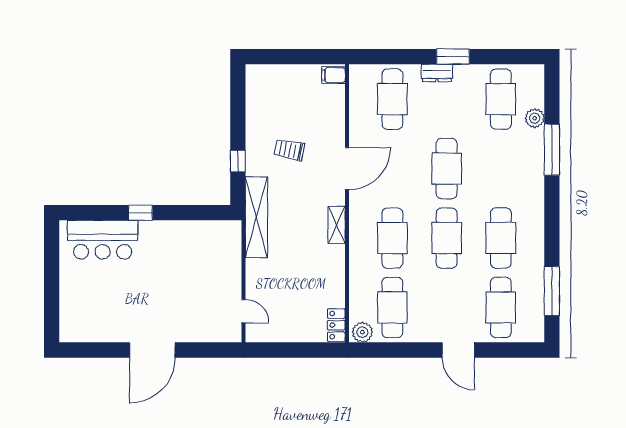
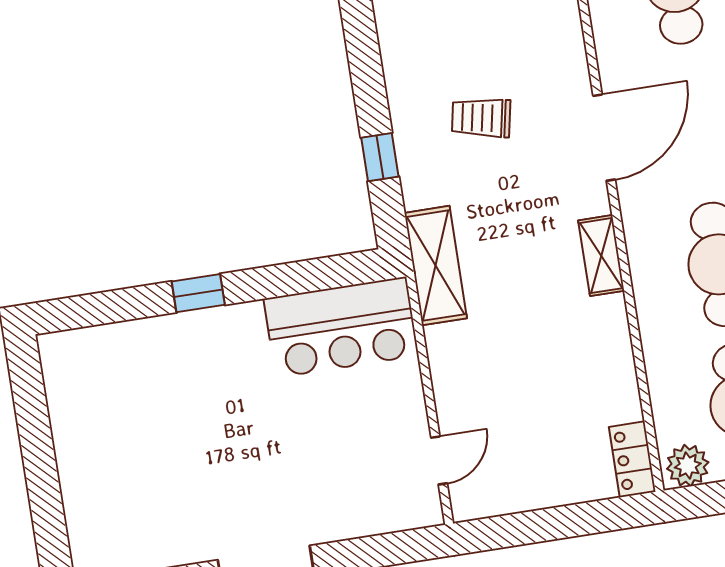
shelving: (256, 217) -> (436, 266), width x0.68
bar counter: (103, 240) -> (341, 327), moved
door: (243, 311) -> (439, 460), hinge flipped

